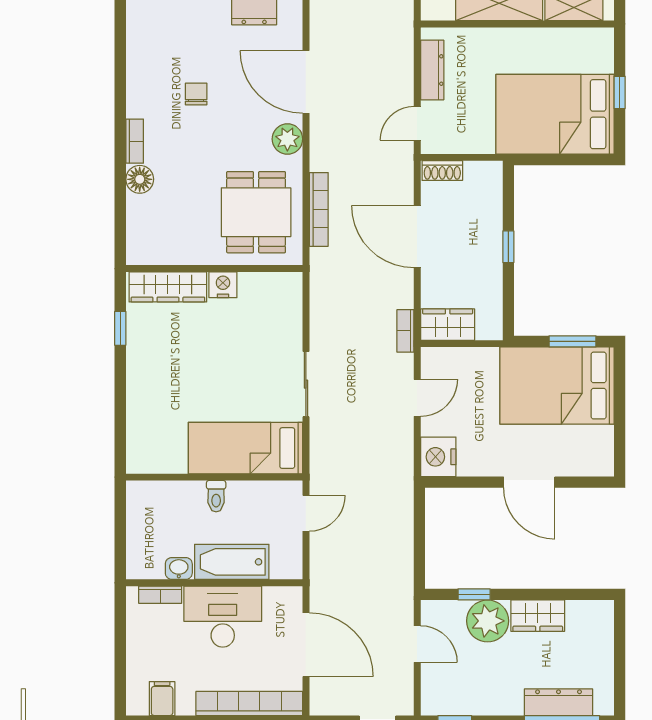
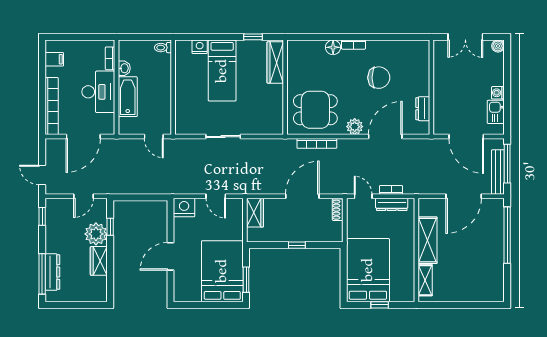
chair: (196, 94) -> (379, 78), width x1.87, depth x1.87
nightstand: (223, 285) -> (200, 47), moved, turned -90
bookcase: (405, 331) -> (391, 190), moved
bed: (246, 448) -> (222, 71), moved, turned 180
toilet: (216, 496) -> (163, 48), moved

